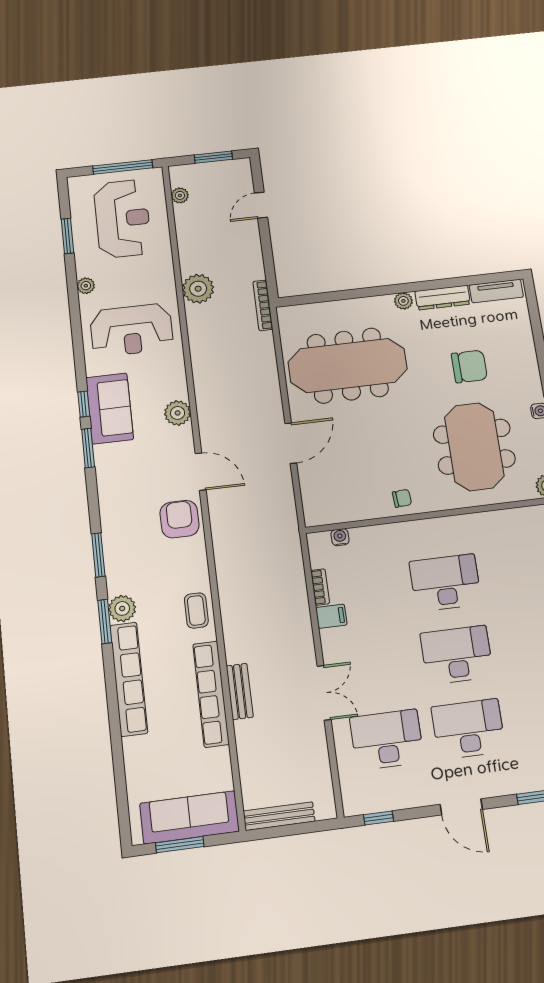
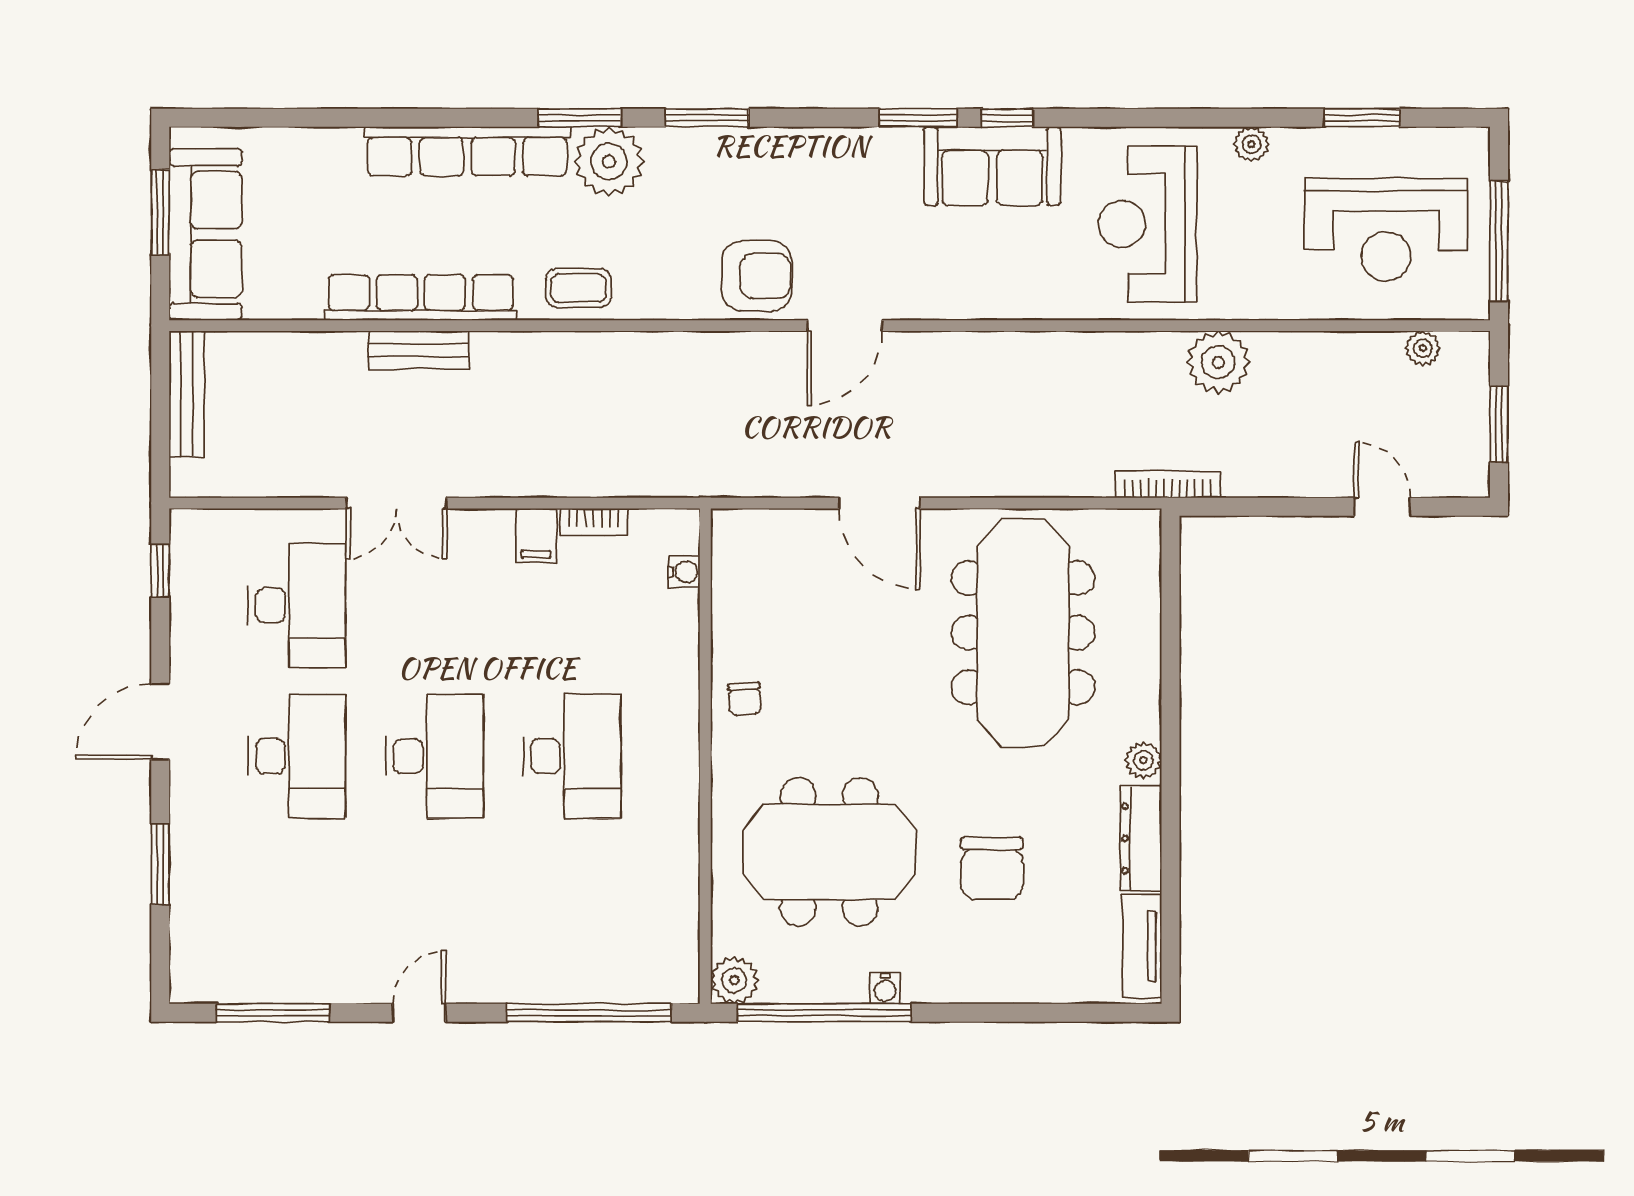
plant: (178, 413) -> (967, 295), removed
plant: (122, 608) -> (609, 161), width x1.36, depth x1.36

